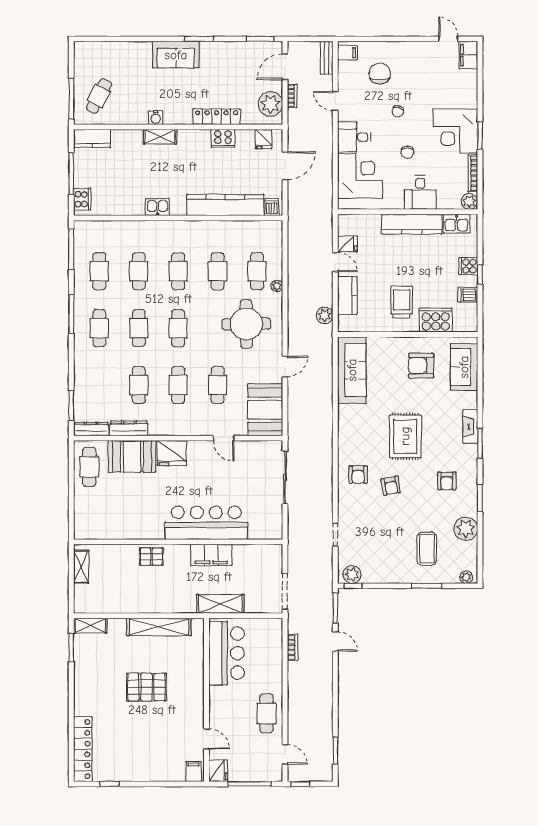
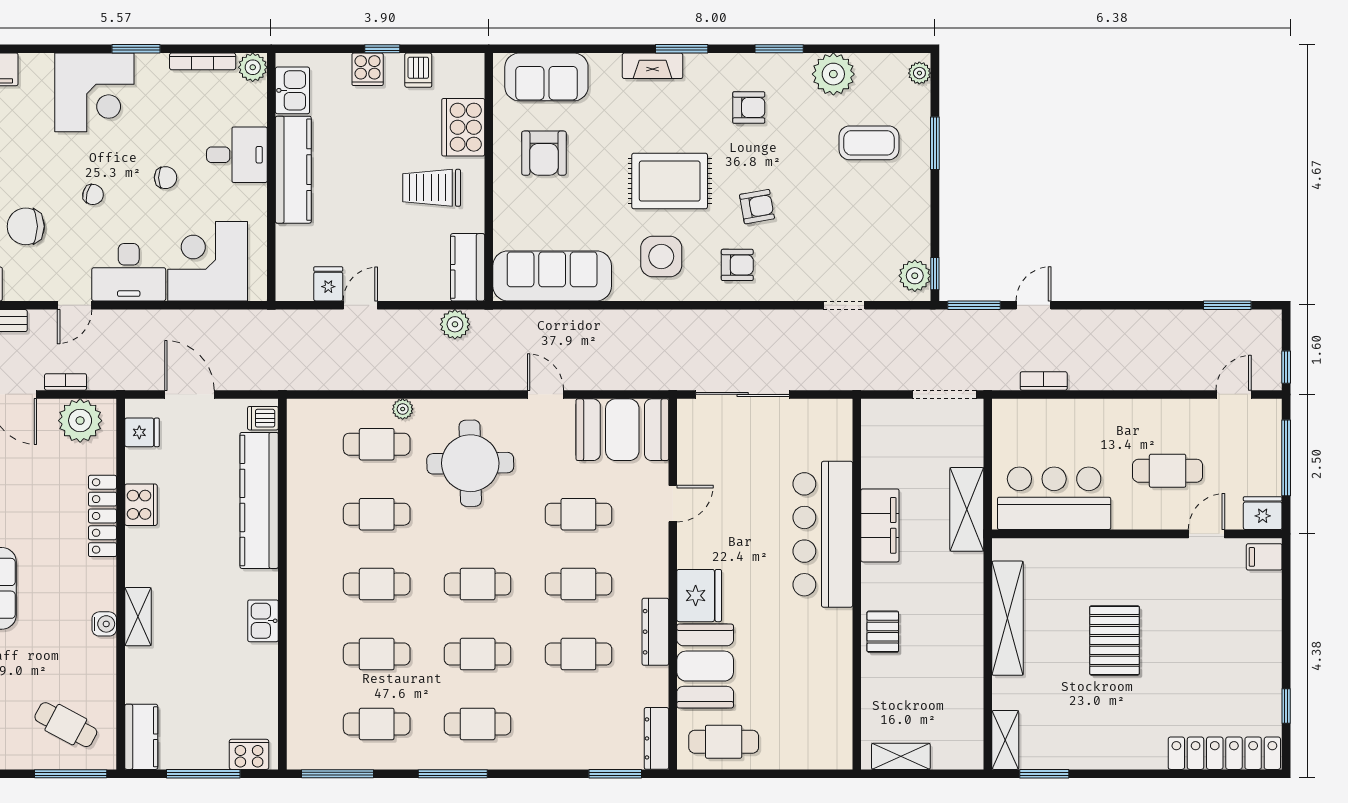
corner desk: (455, 131) -> (94, 92), moved
desk: (354, 137) -> (129, 272), width x1.37
kitchen counter: (347, 295) -> (468, 267), moved, turned -90
dresser: (129, 428) -> (655, 632), moved
side table: (363, 432) -> (661, 256), added
cafe table: (267, 713) -> (1168, 471), moved

